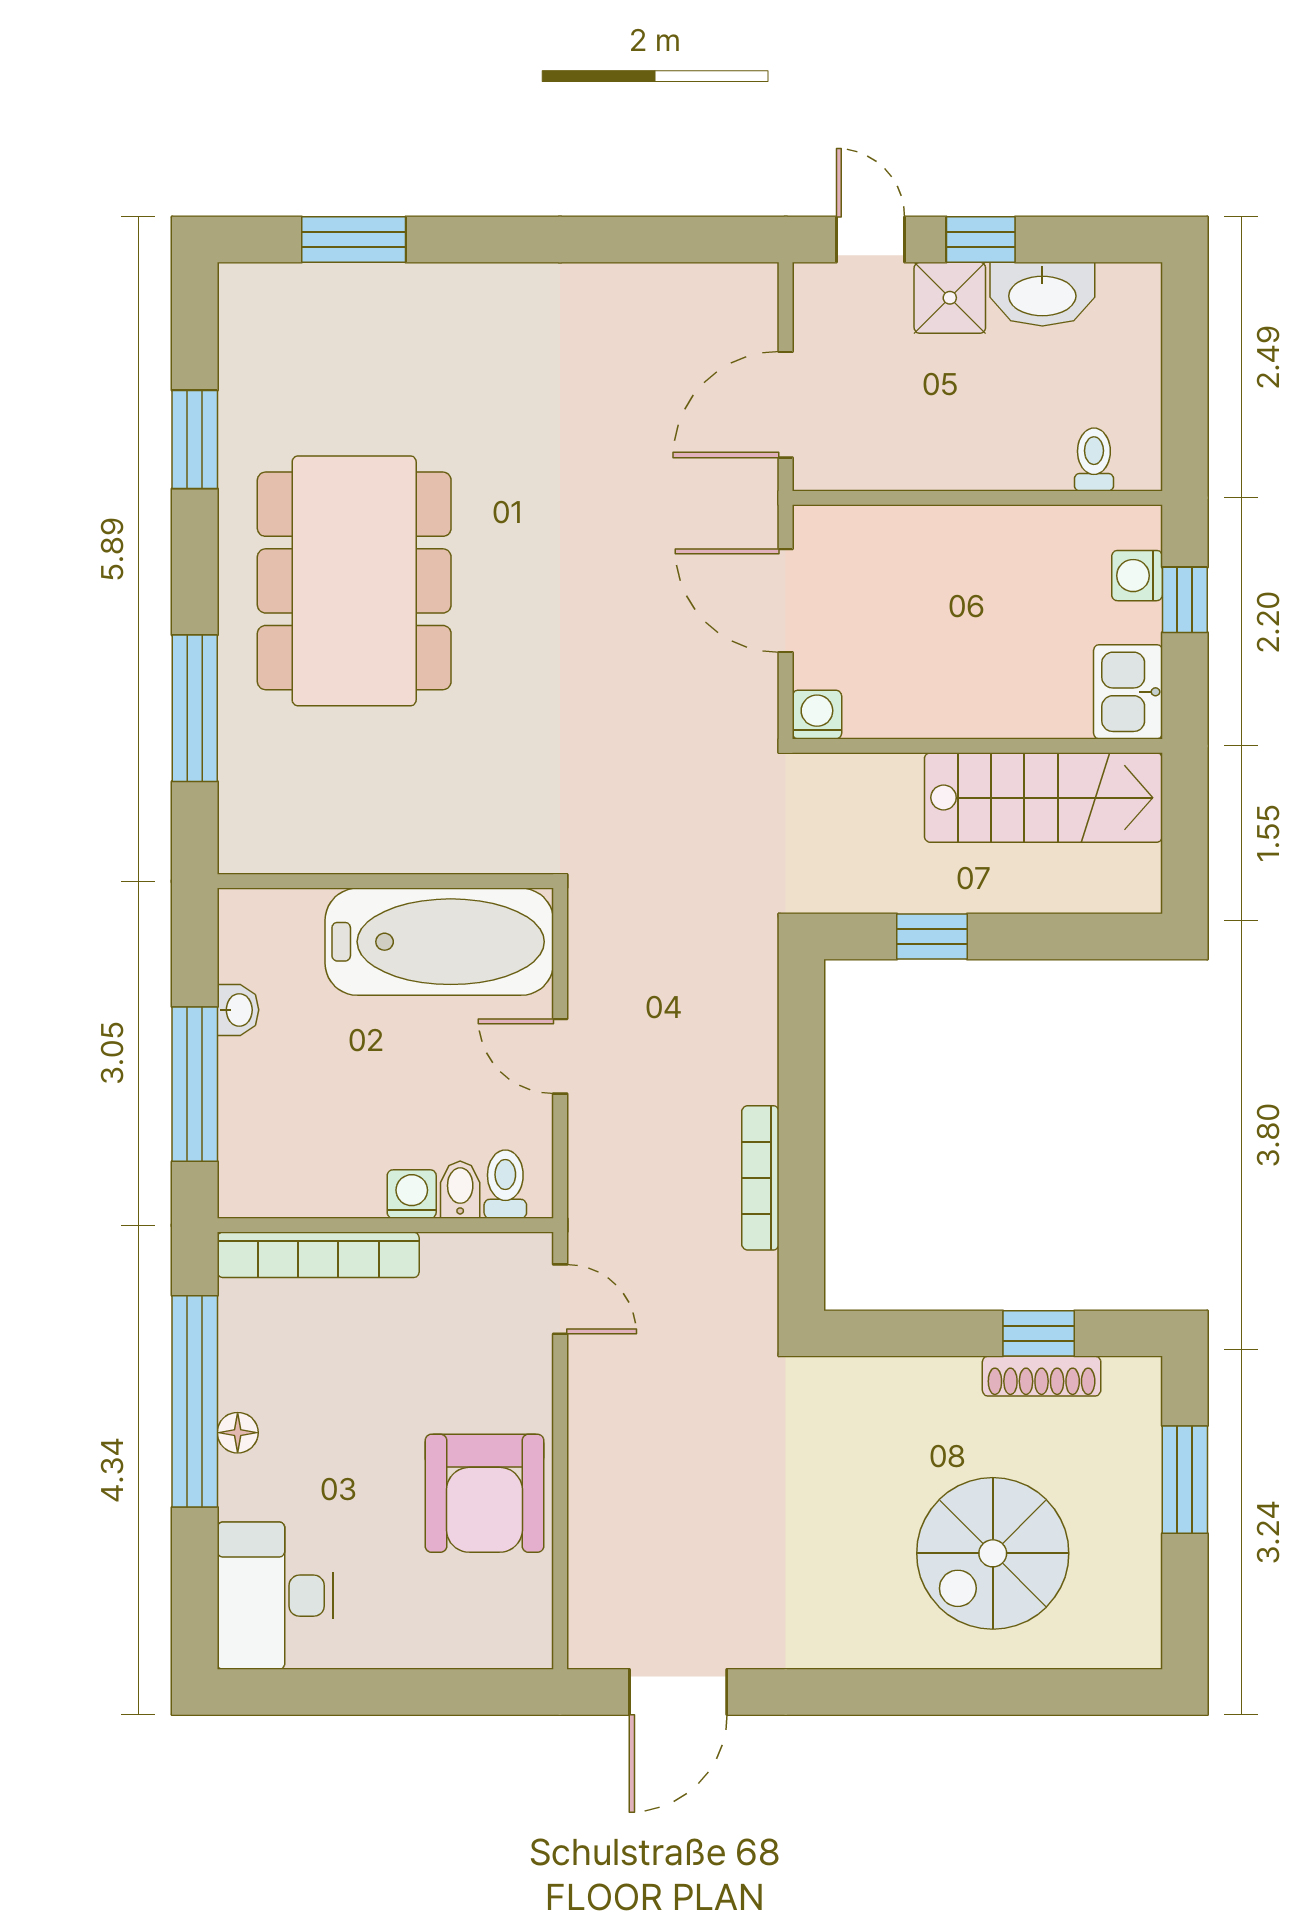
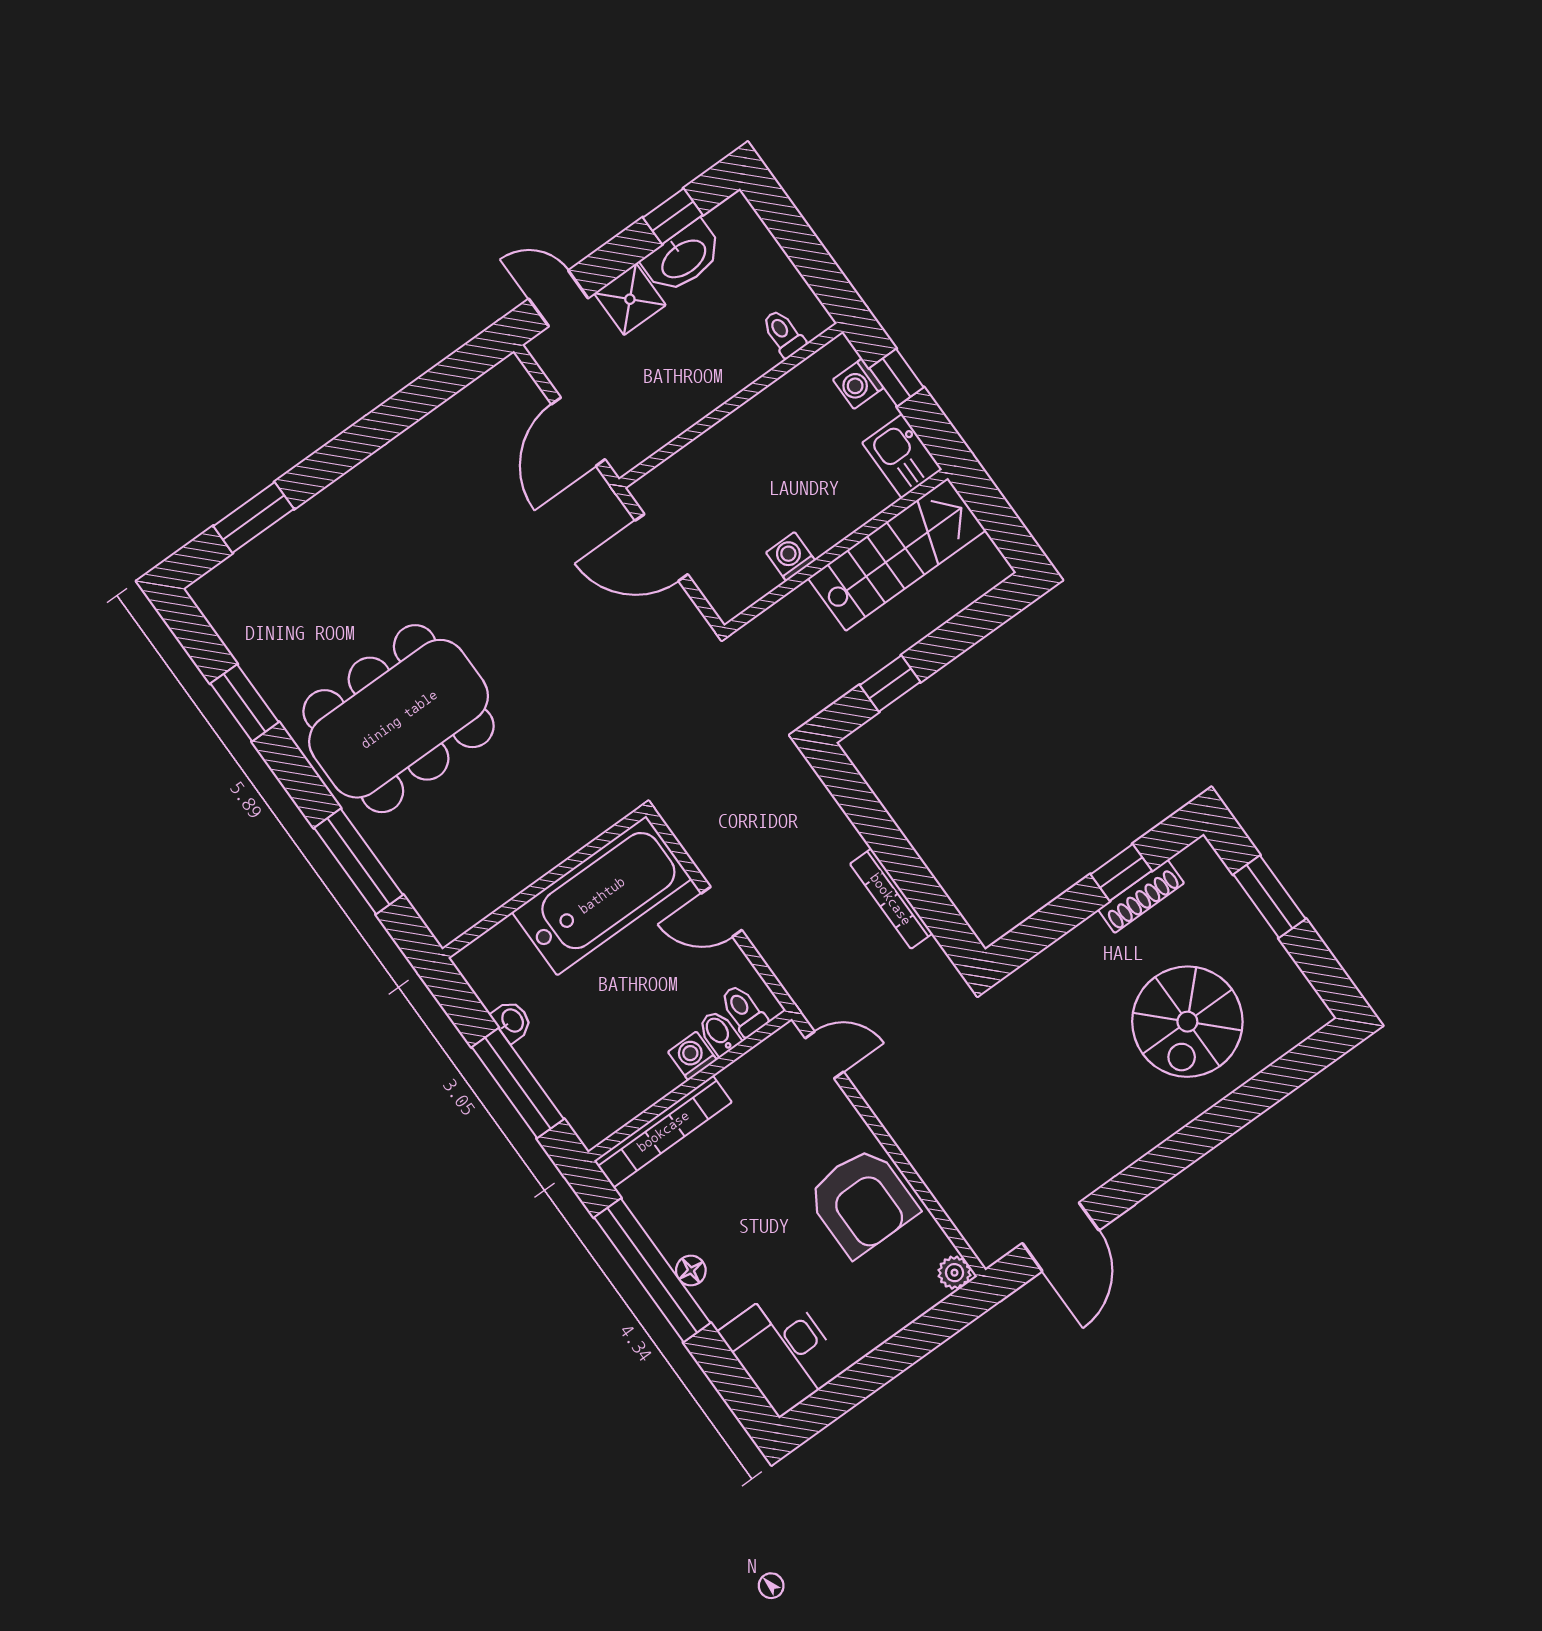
window: (981, 240) -> (673, 216), moved
dining table: (354, 581) -> (399, 719), turned 90
washing machine: (817, 715) -> (791, 557), moved
plant: (531, 1647) -> (954, 1273), added

